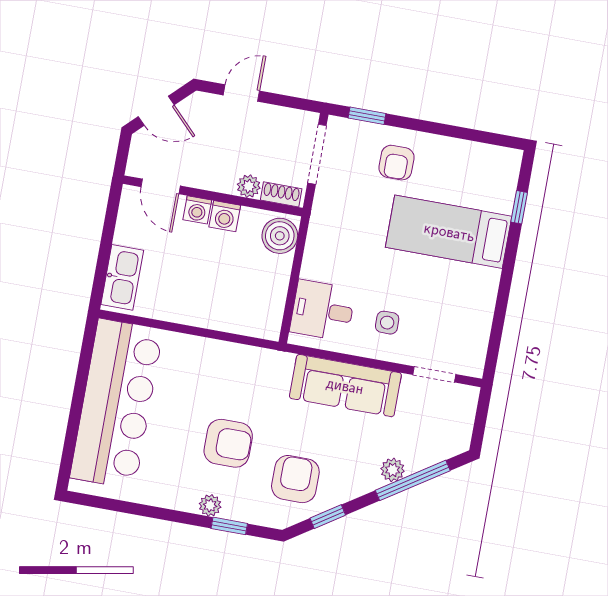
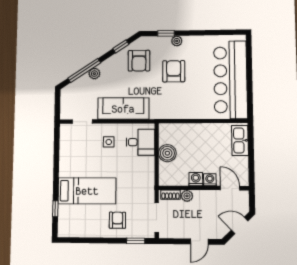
boiler: (280, 236) -> (167, 153), moved
armchair: (228, 443) -> (174, 71), turned 90

